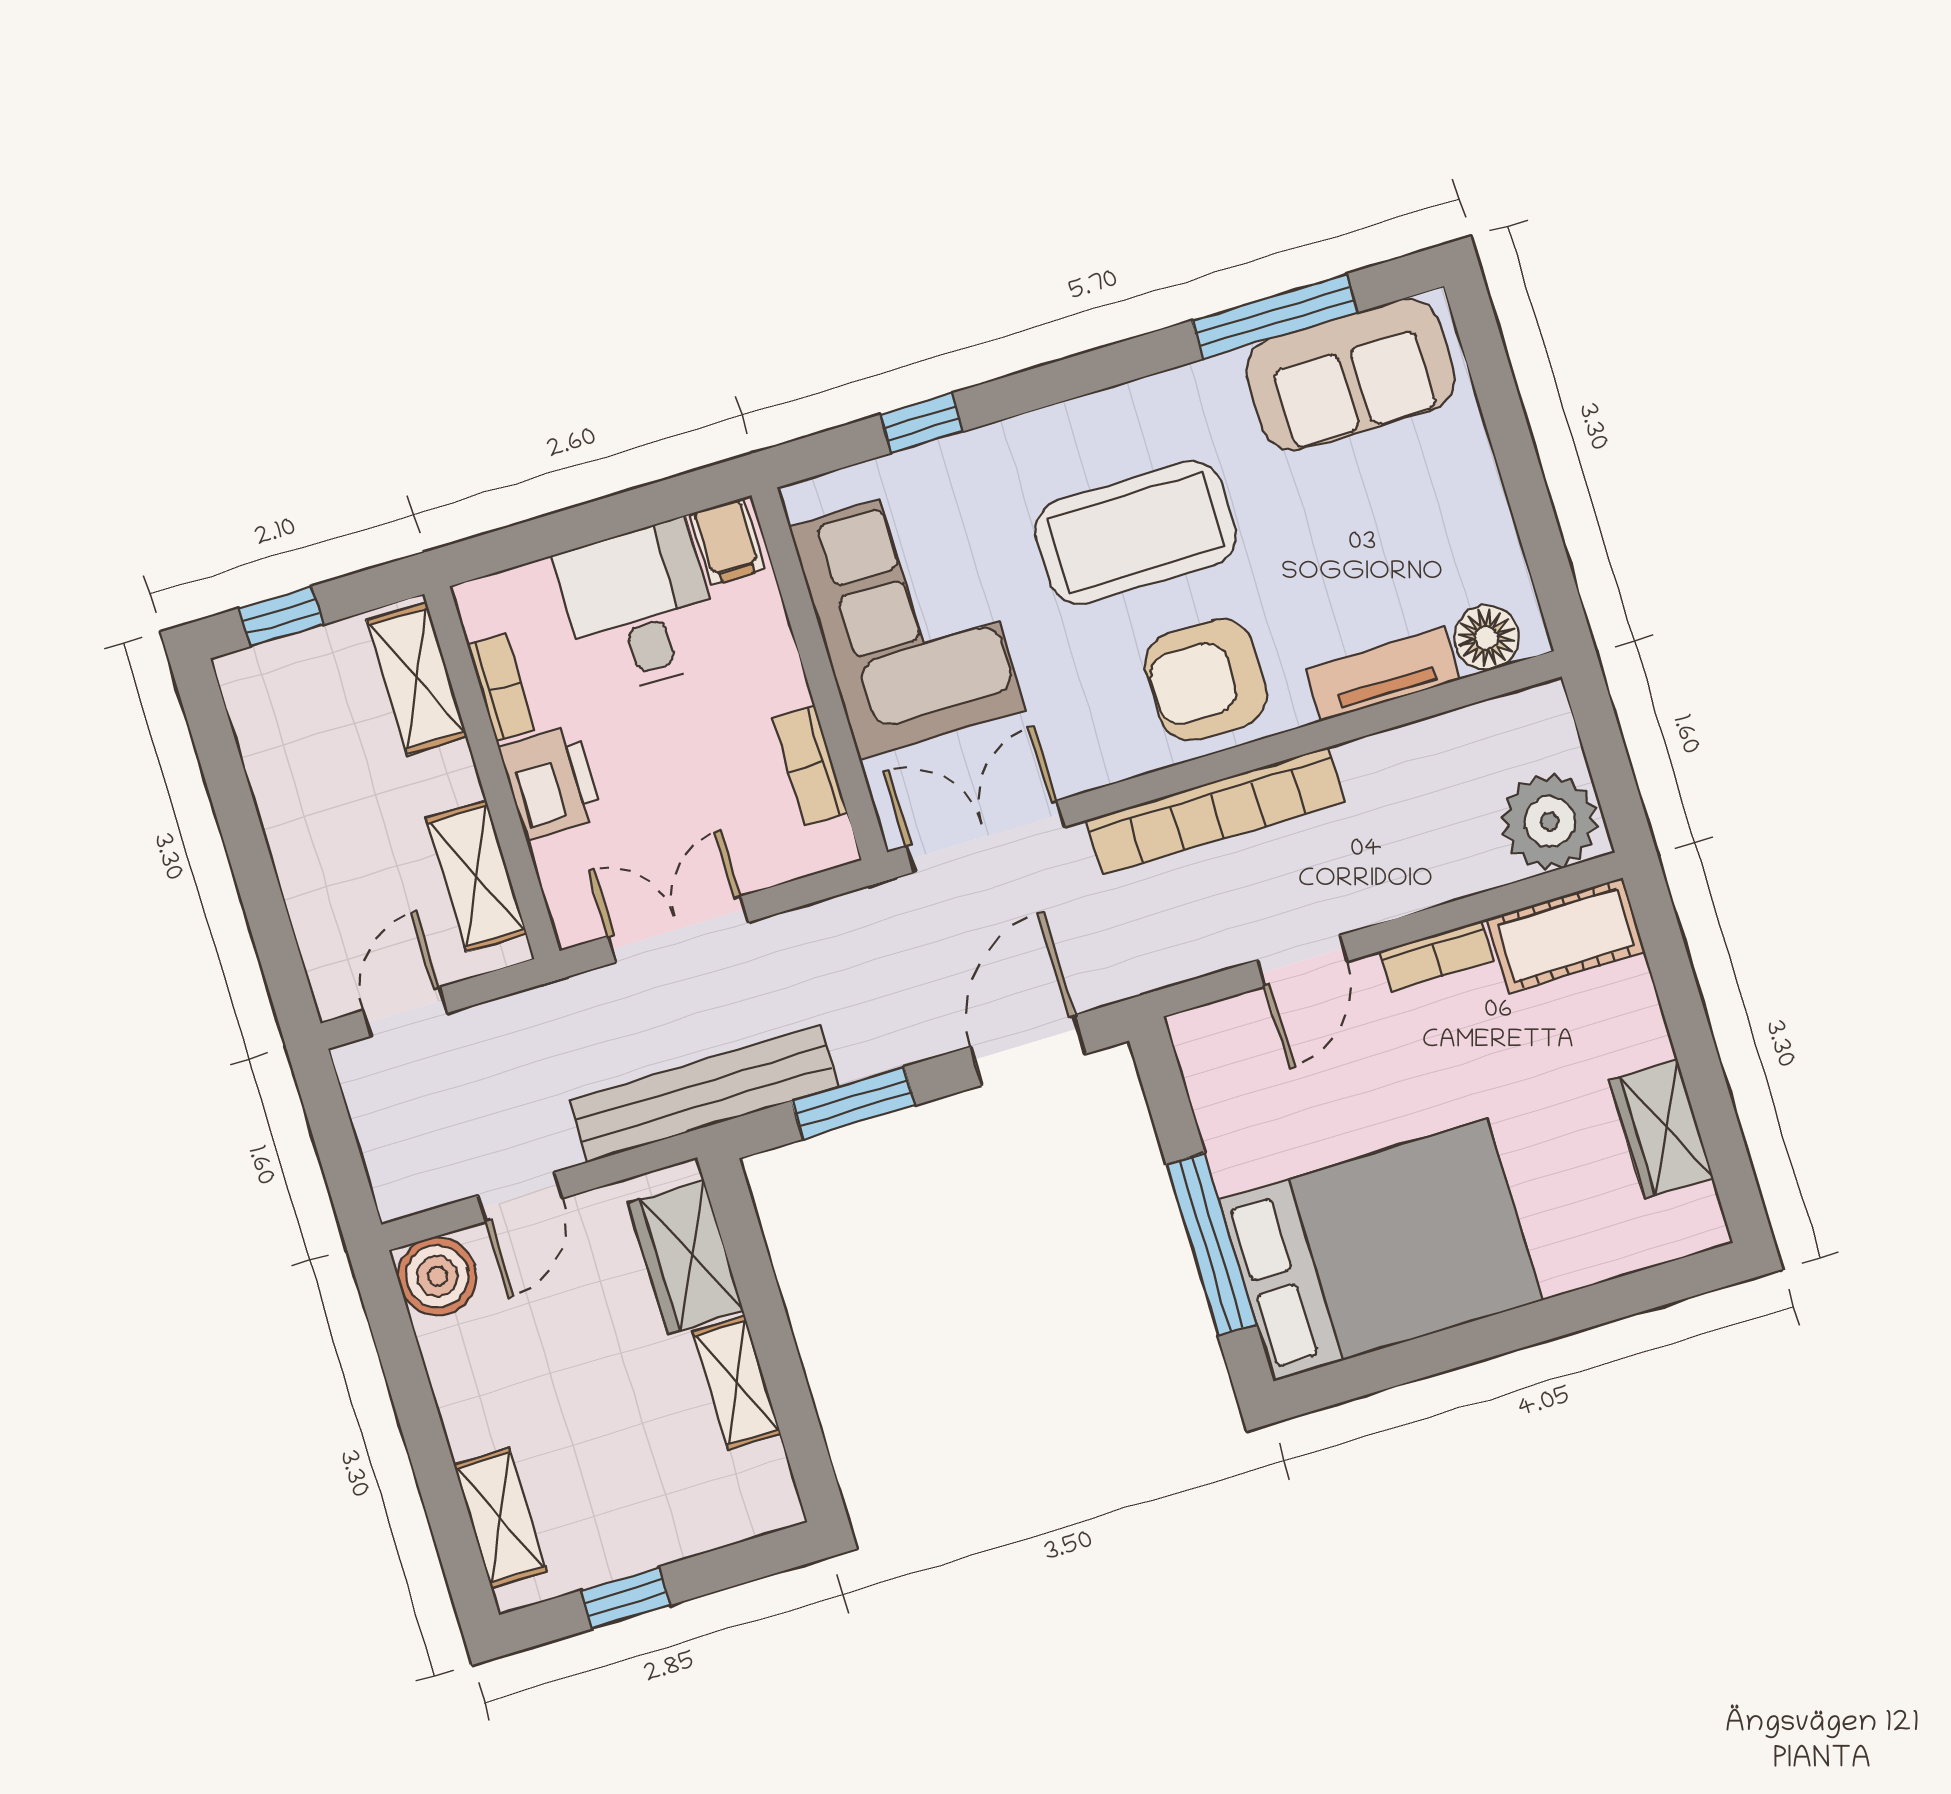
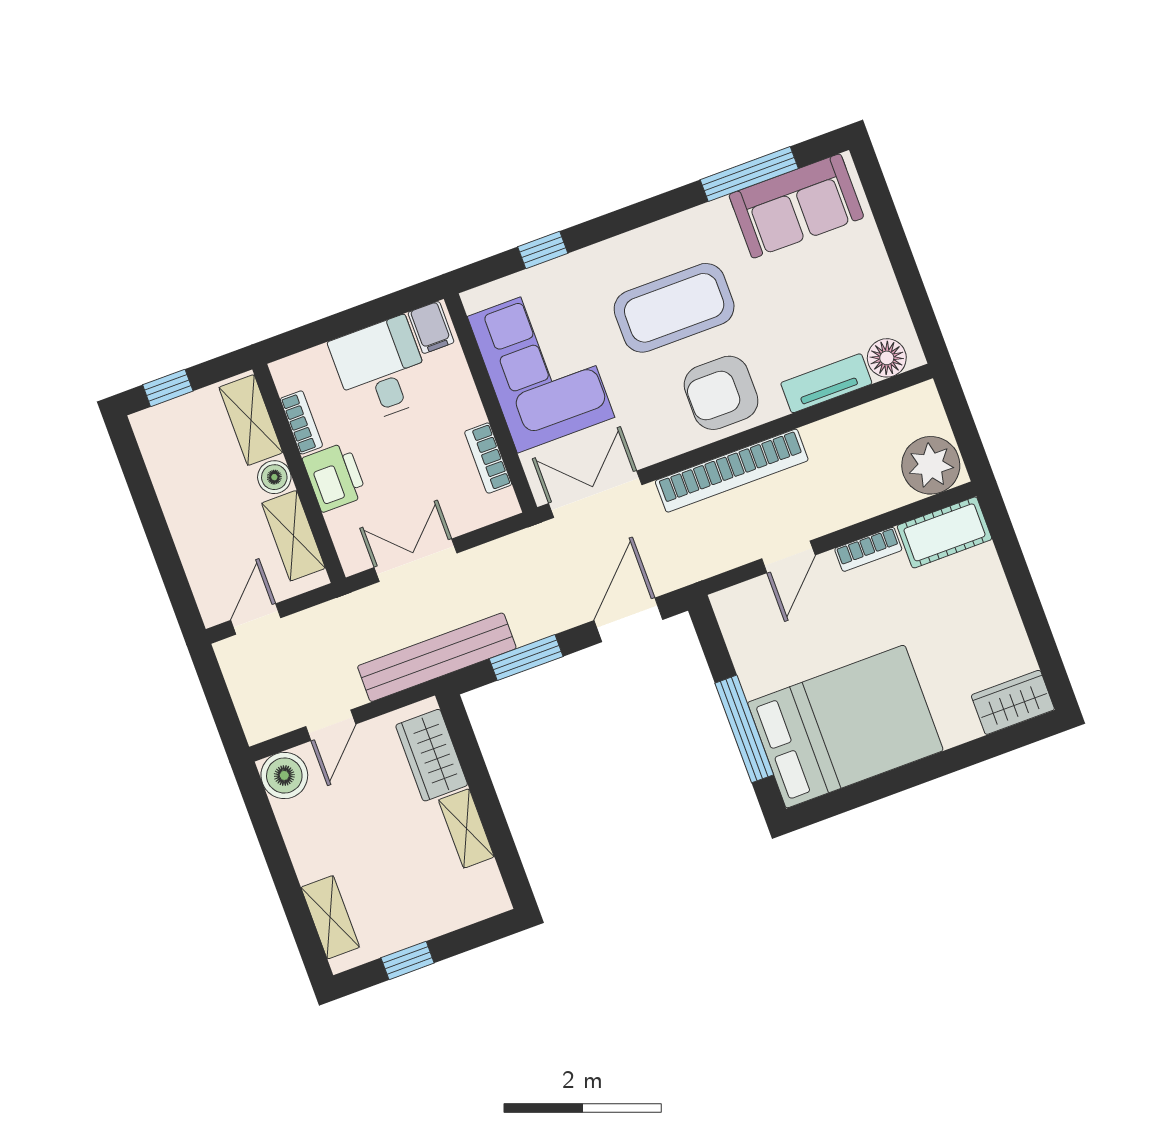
boiler: (450, 776) -> (274, 477), added
wardrobe: (1661, 1129) -> (1013, 702), moved, turned 90

